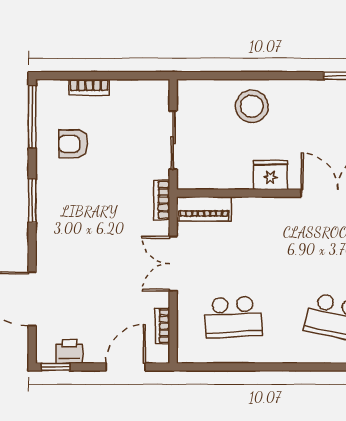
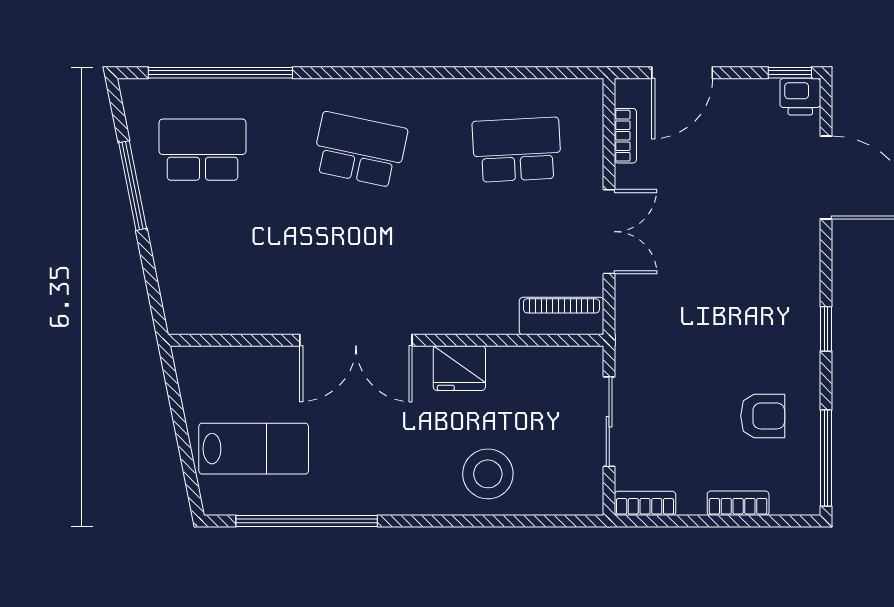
bookcase: (162, 200) -> (645, 503), moved, turned -90
window: (32, 201) -> (826, 329), width x0.67
printer: (69, 351) -> (800, 97), moved

